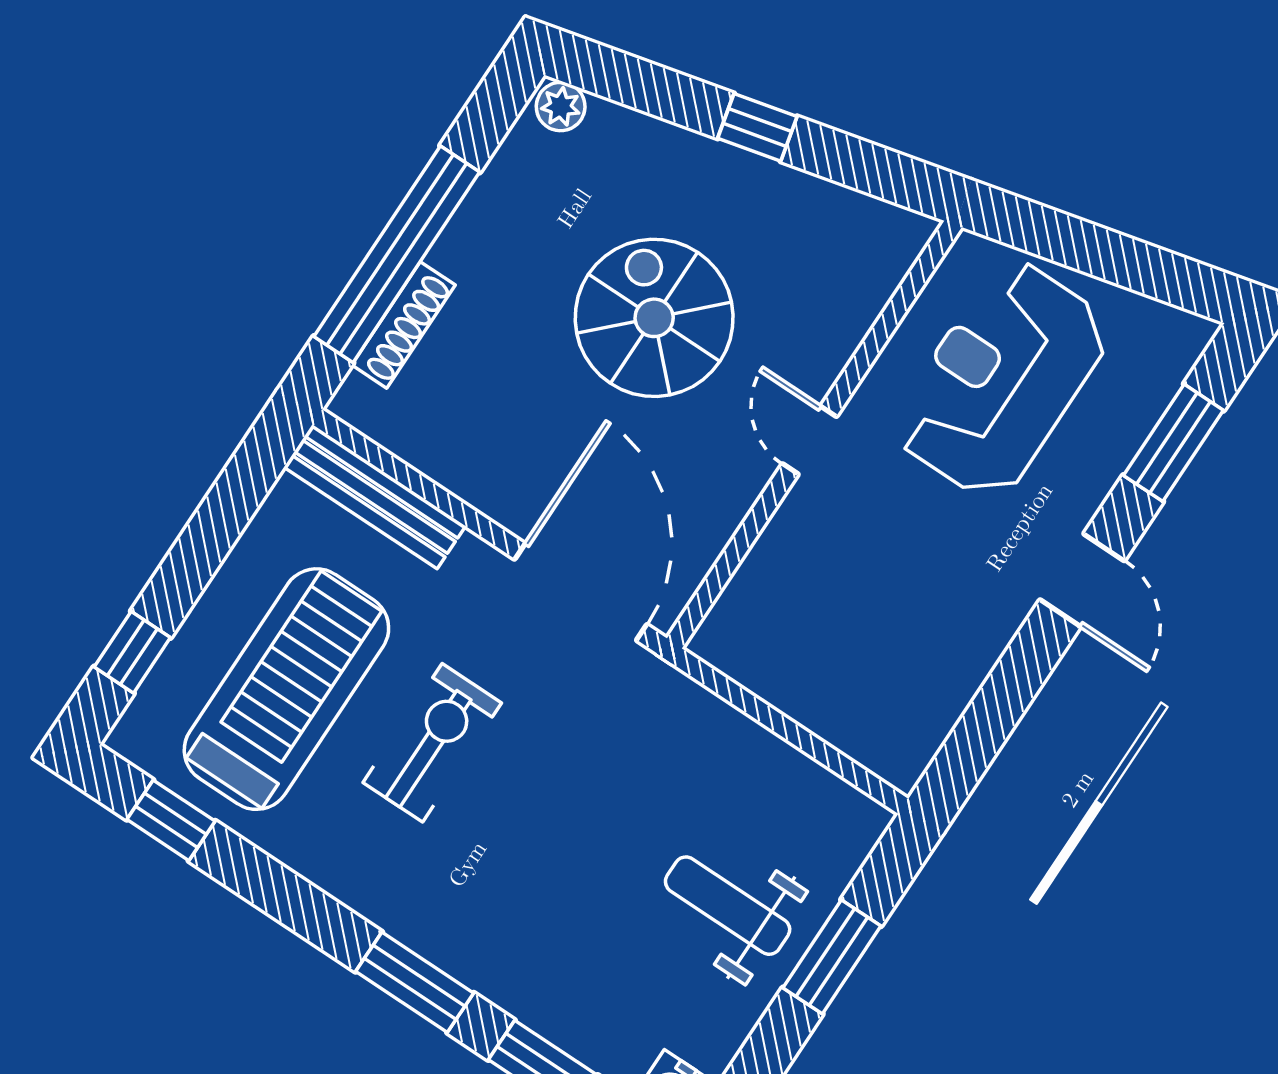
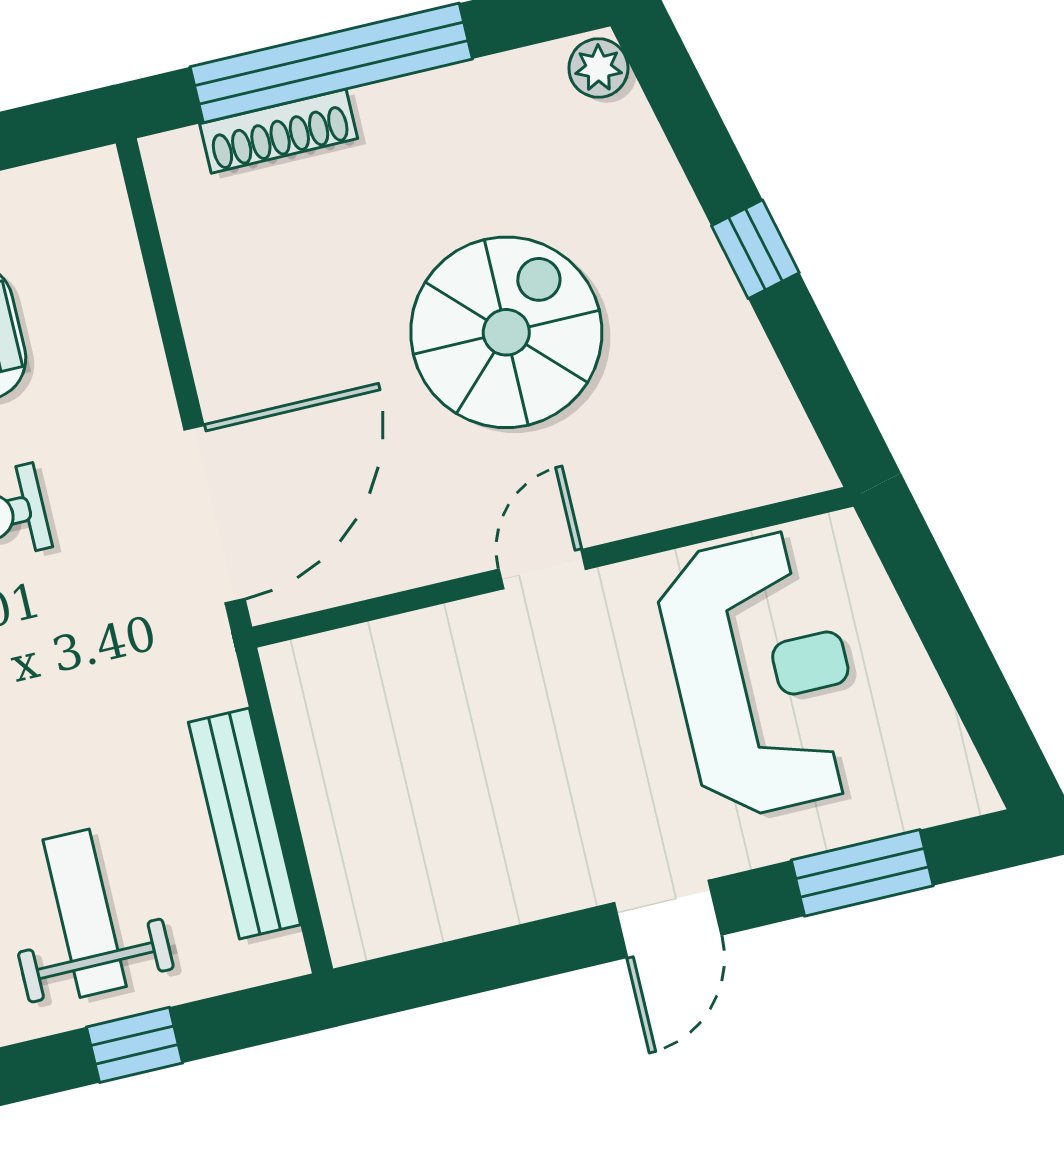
reception desk: (1001, 379) -> (763, 674), turned 90
bench: (375, 497) -> (244, 823), moved
window: (832, 957) -> (135, 1045), width x0.67

